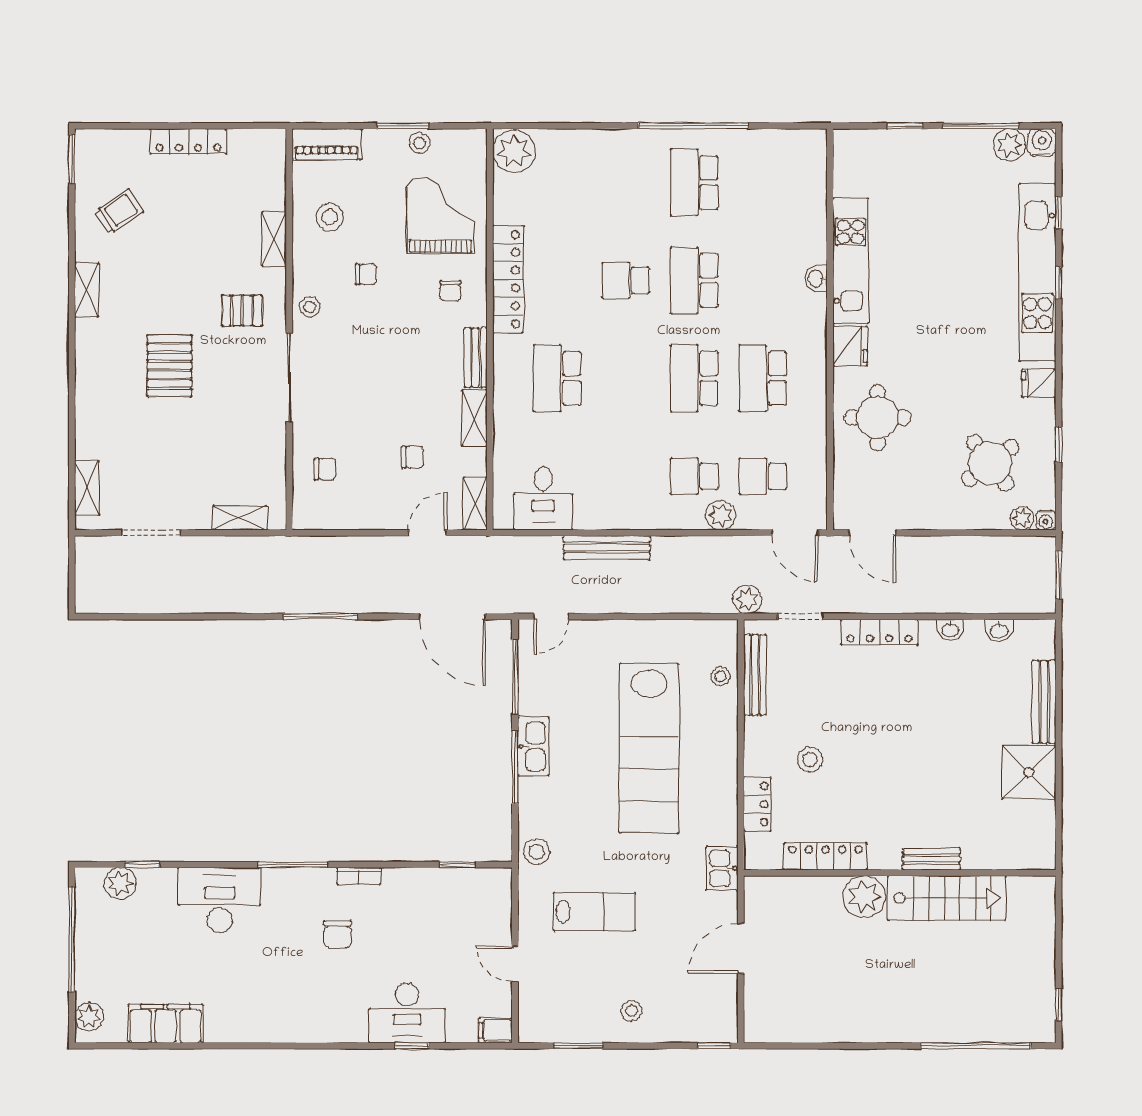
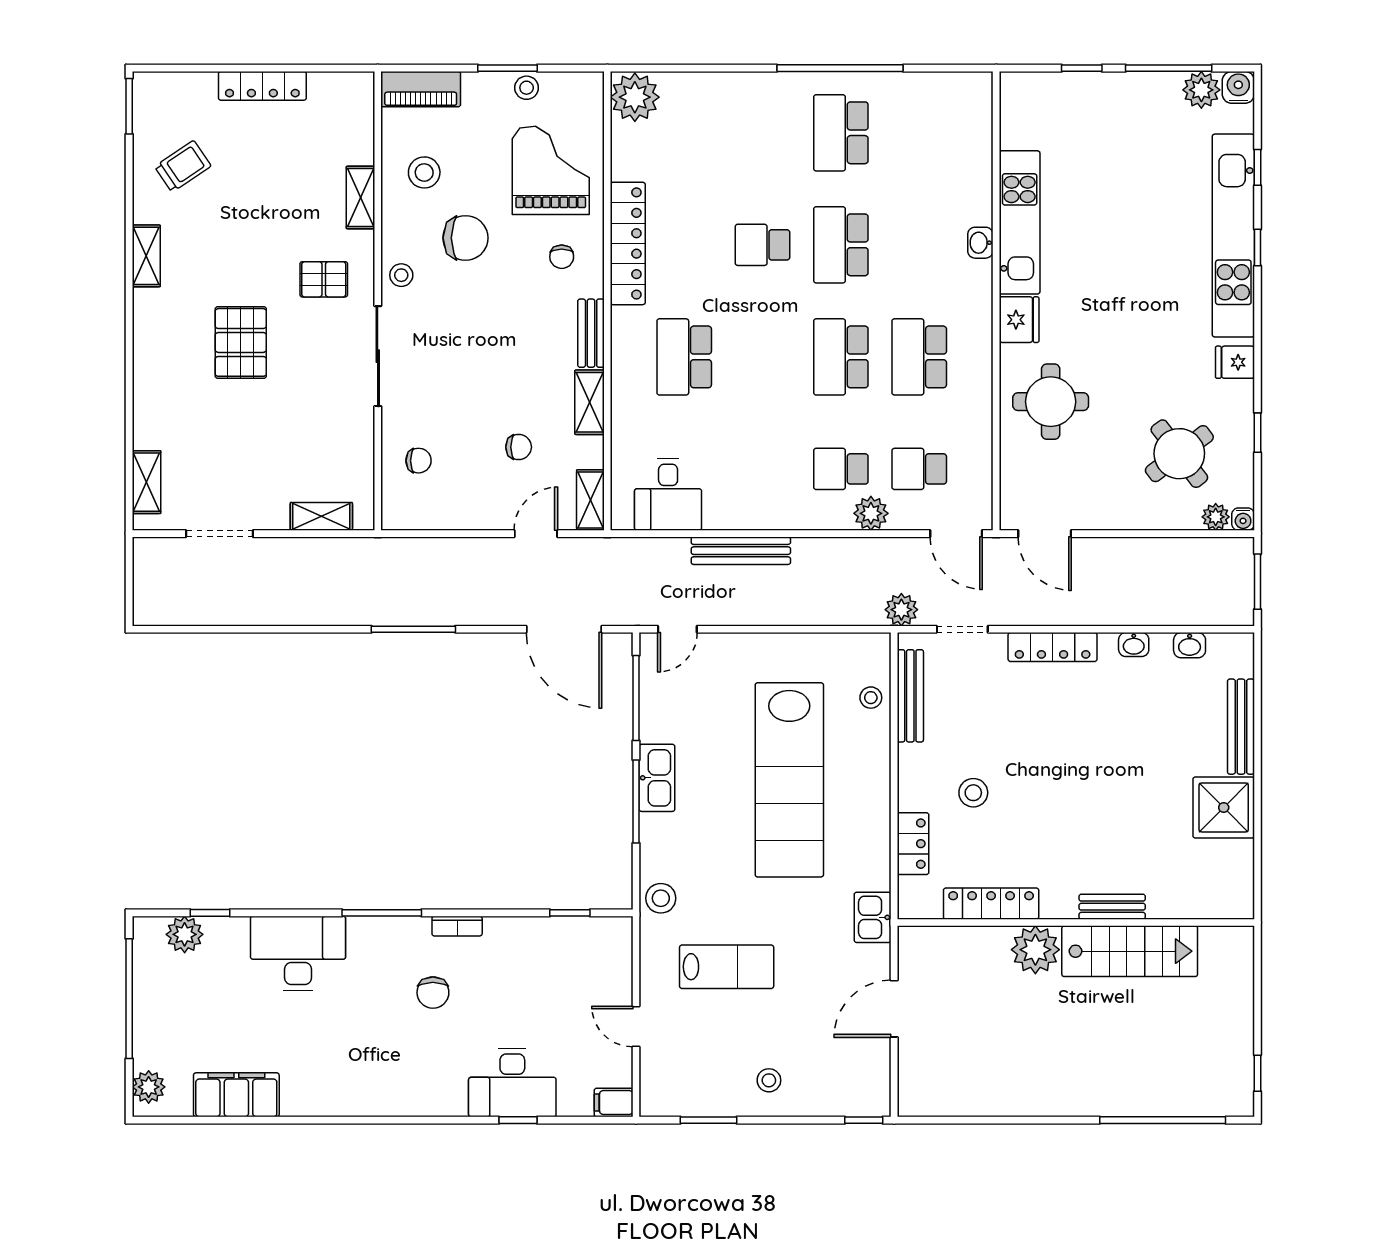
chair: (366, 274) -> (465, 238), width x1.87, depth x1.87

